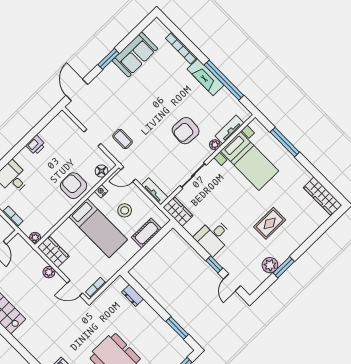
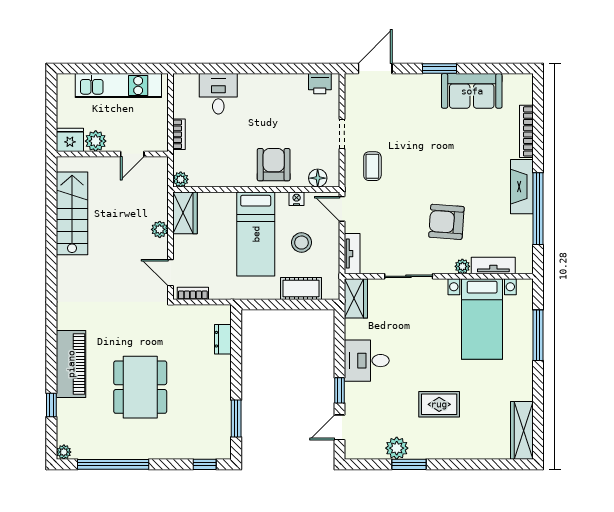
printer: (36, 145) -> (320, 84), moved

